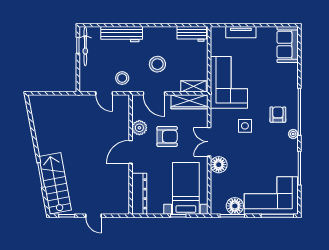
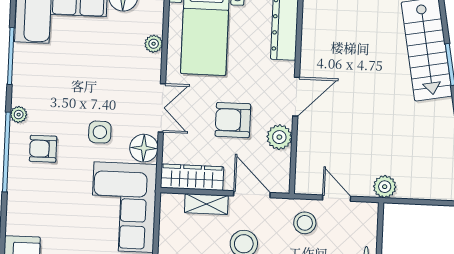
shelving: (194, 86) -> (206, 204), moved
plant: (76, 101) -> (385, 187), added
armchair: (278, 115) -> (43, 149), turned 90
floor lamp: (219, 165) -> (144, 148), moved
plant: (216, 179) -> (154, 44), added

